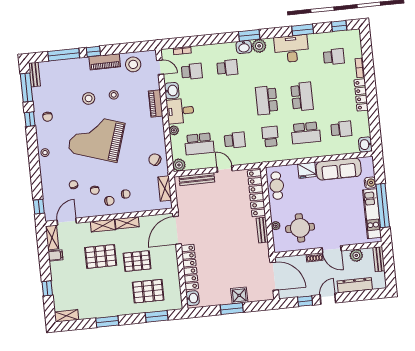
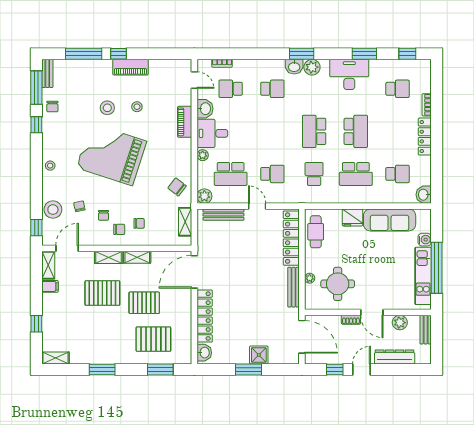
stool: (133, 64) -> (53, 210), moved
school desk: (192, 71) -> (231, 89), turned 180
chair: (48, 117) -> (52, 107), moved
bench: (262, 230) -> (293, 287), width x1.36

